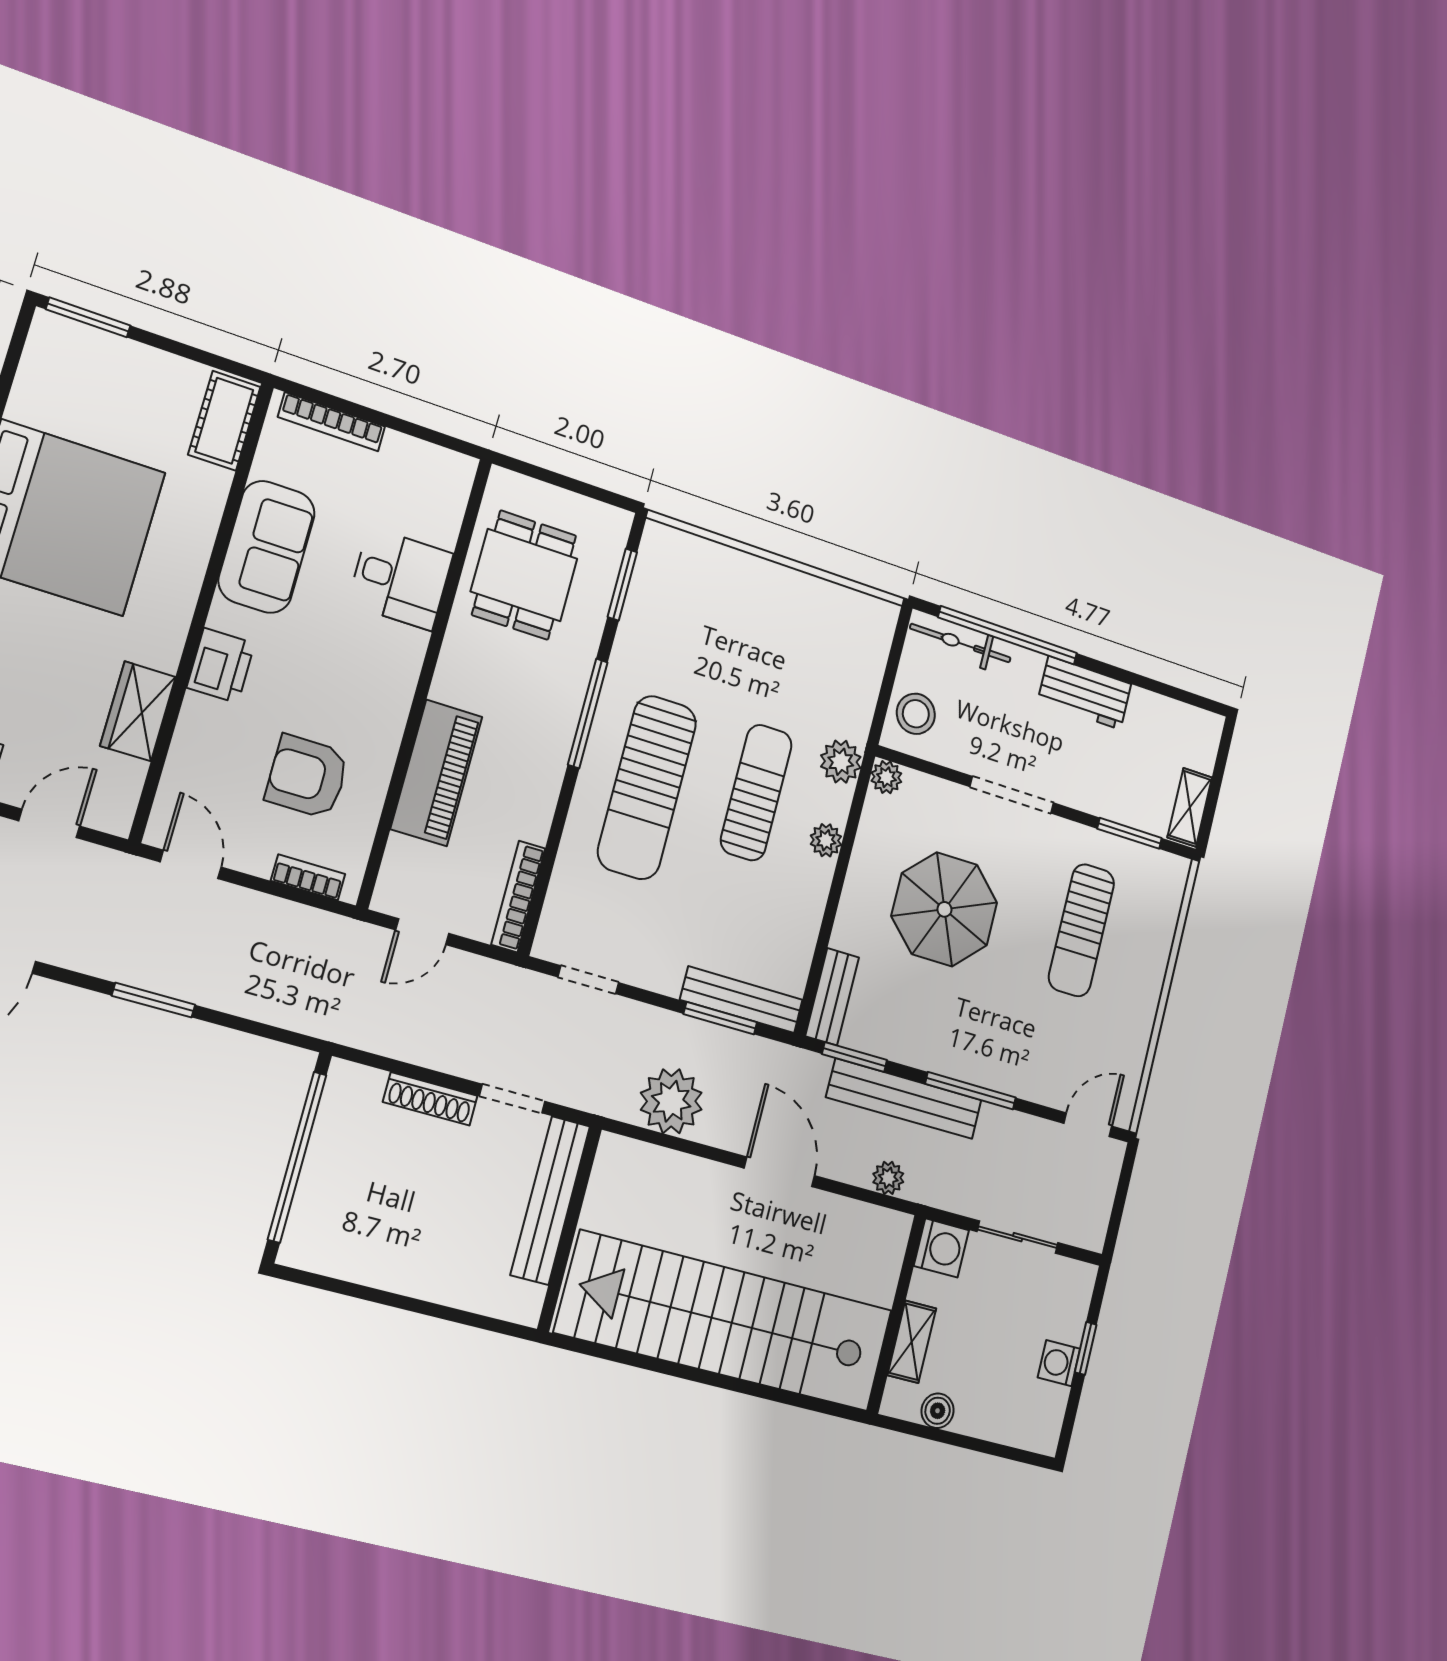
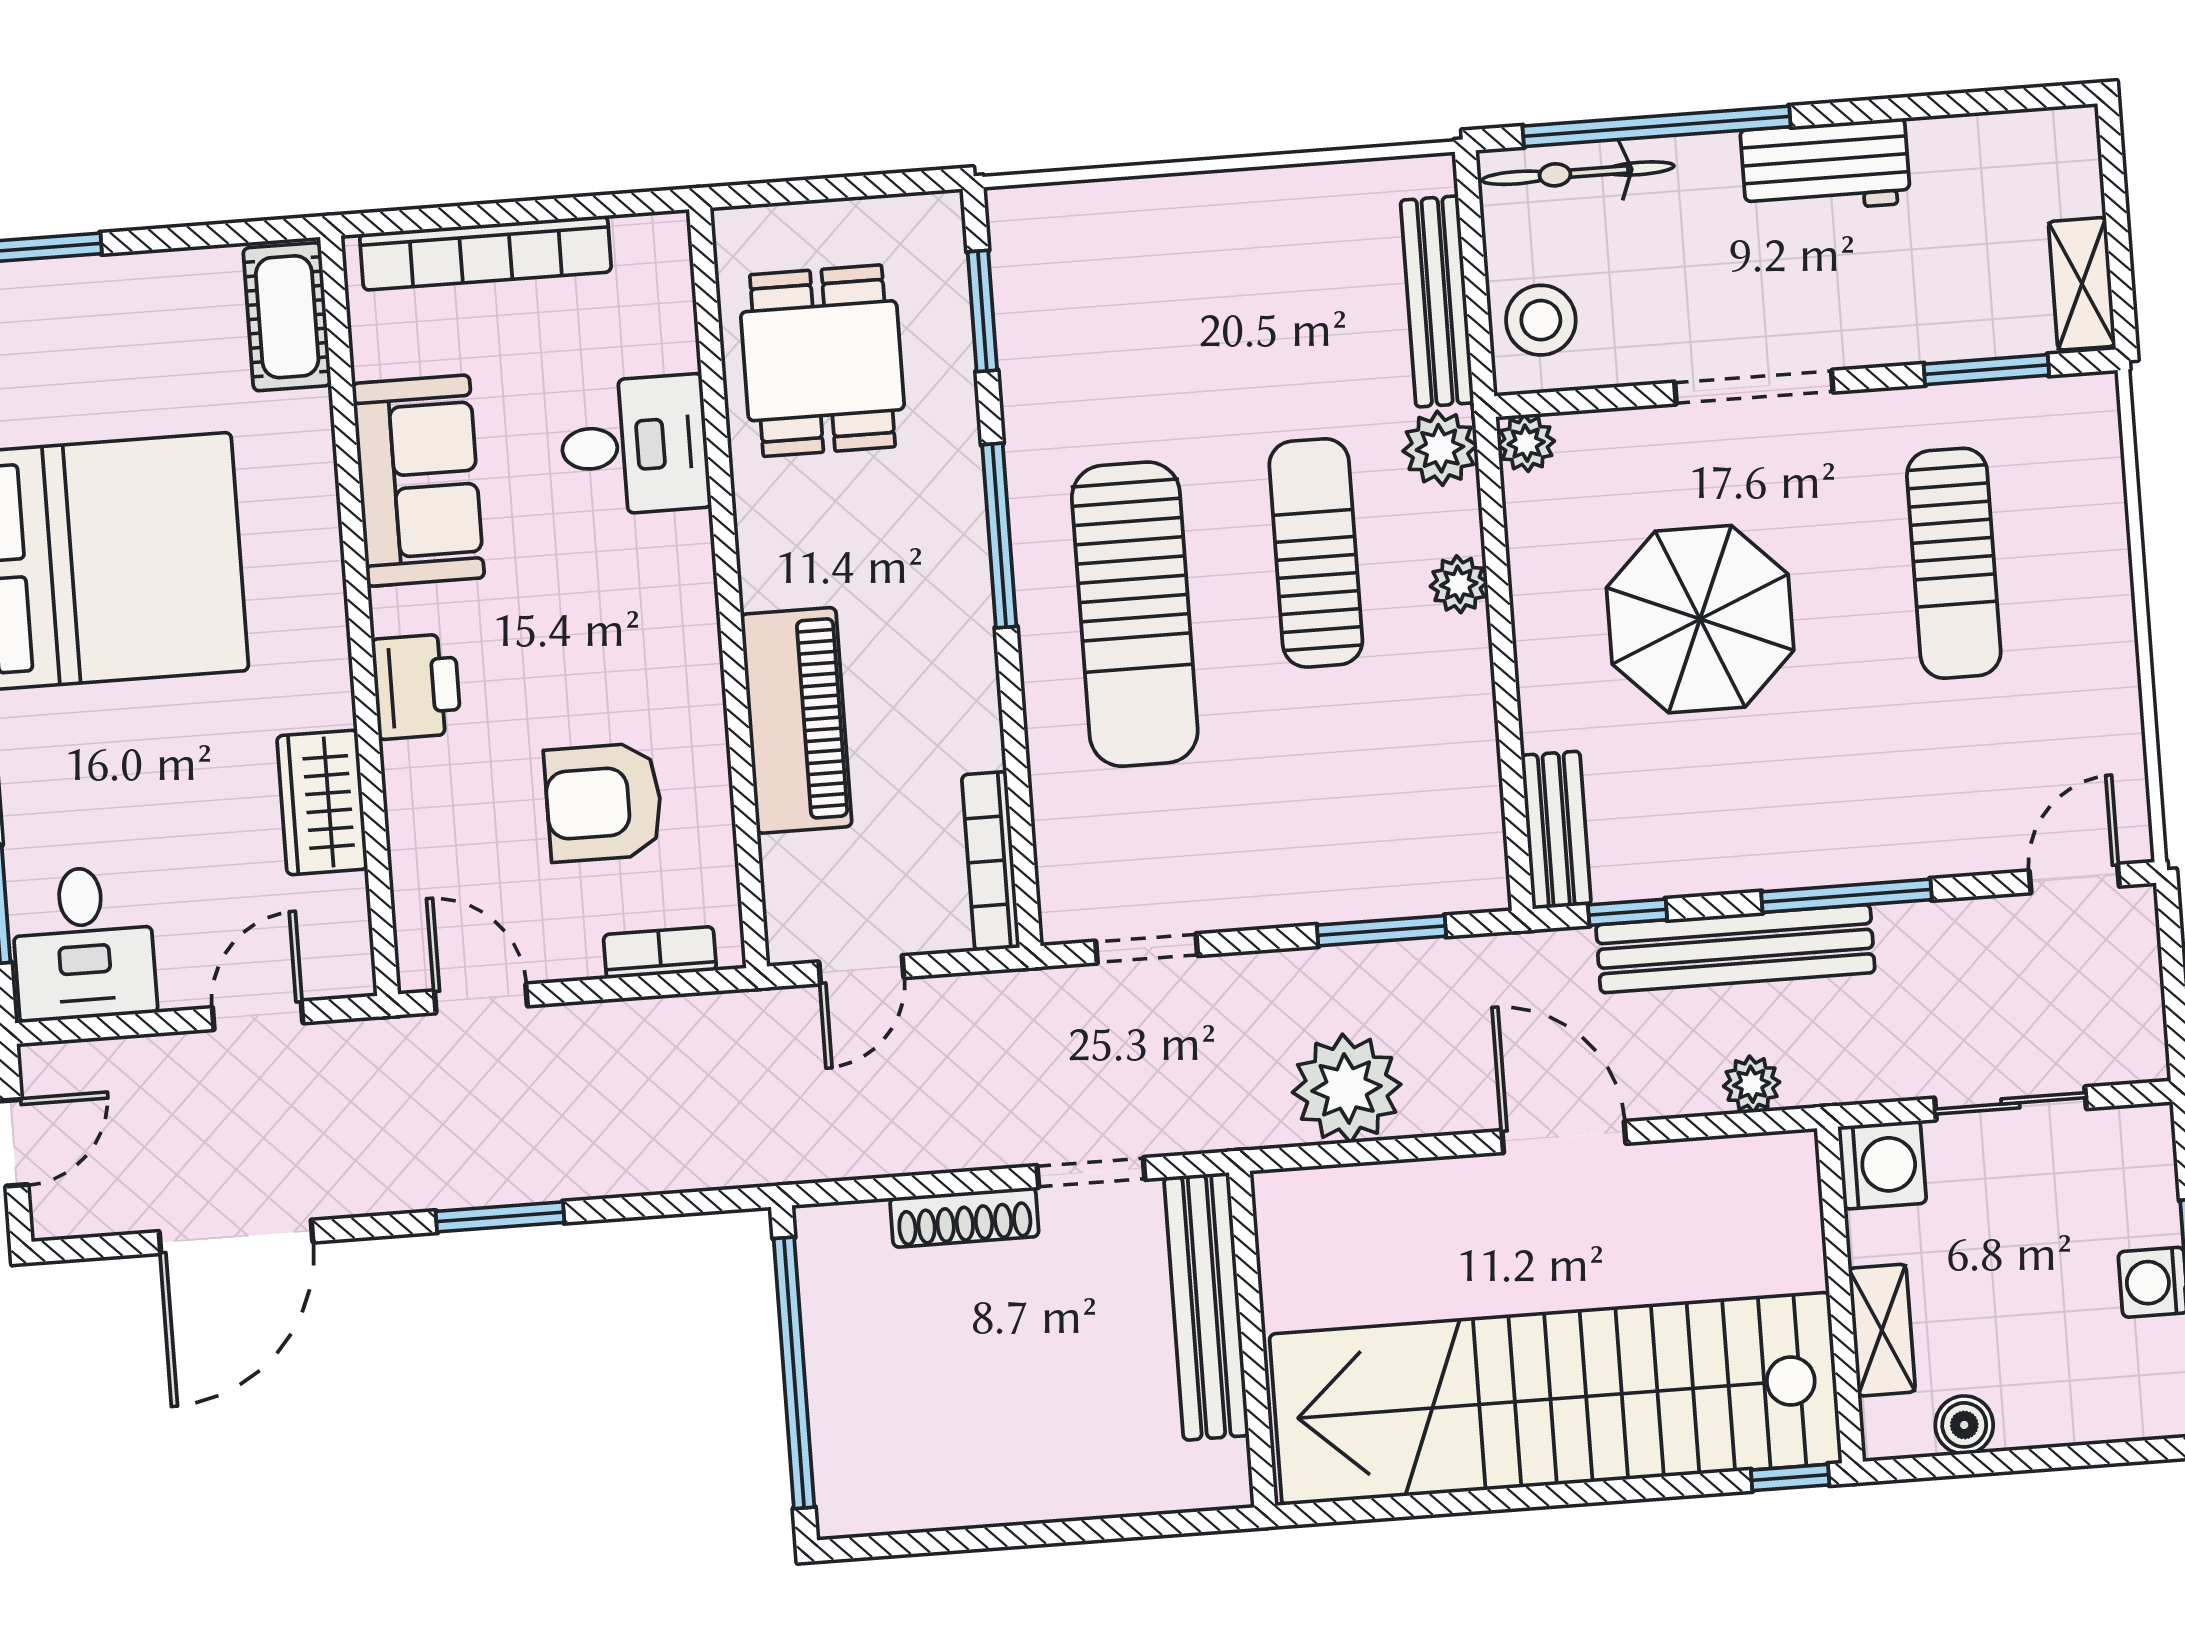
bookcase: (332, 422) -> (485, 253), width x1.48, depth x1.31
bench: (742, 1000) -> (1437, 301), moved, turned 90
window: (855, 1057) -> (1628, 912), width x0.67
window: (837, 1410) -> (1790, 1477), added

